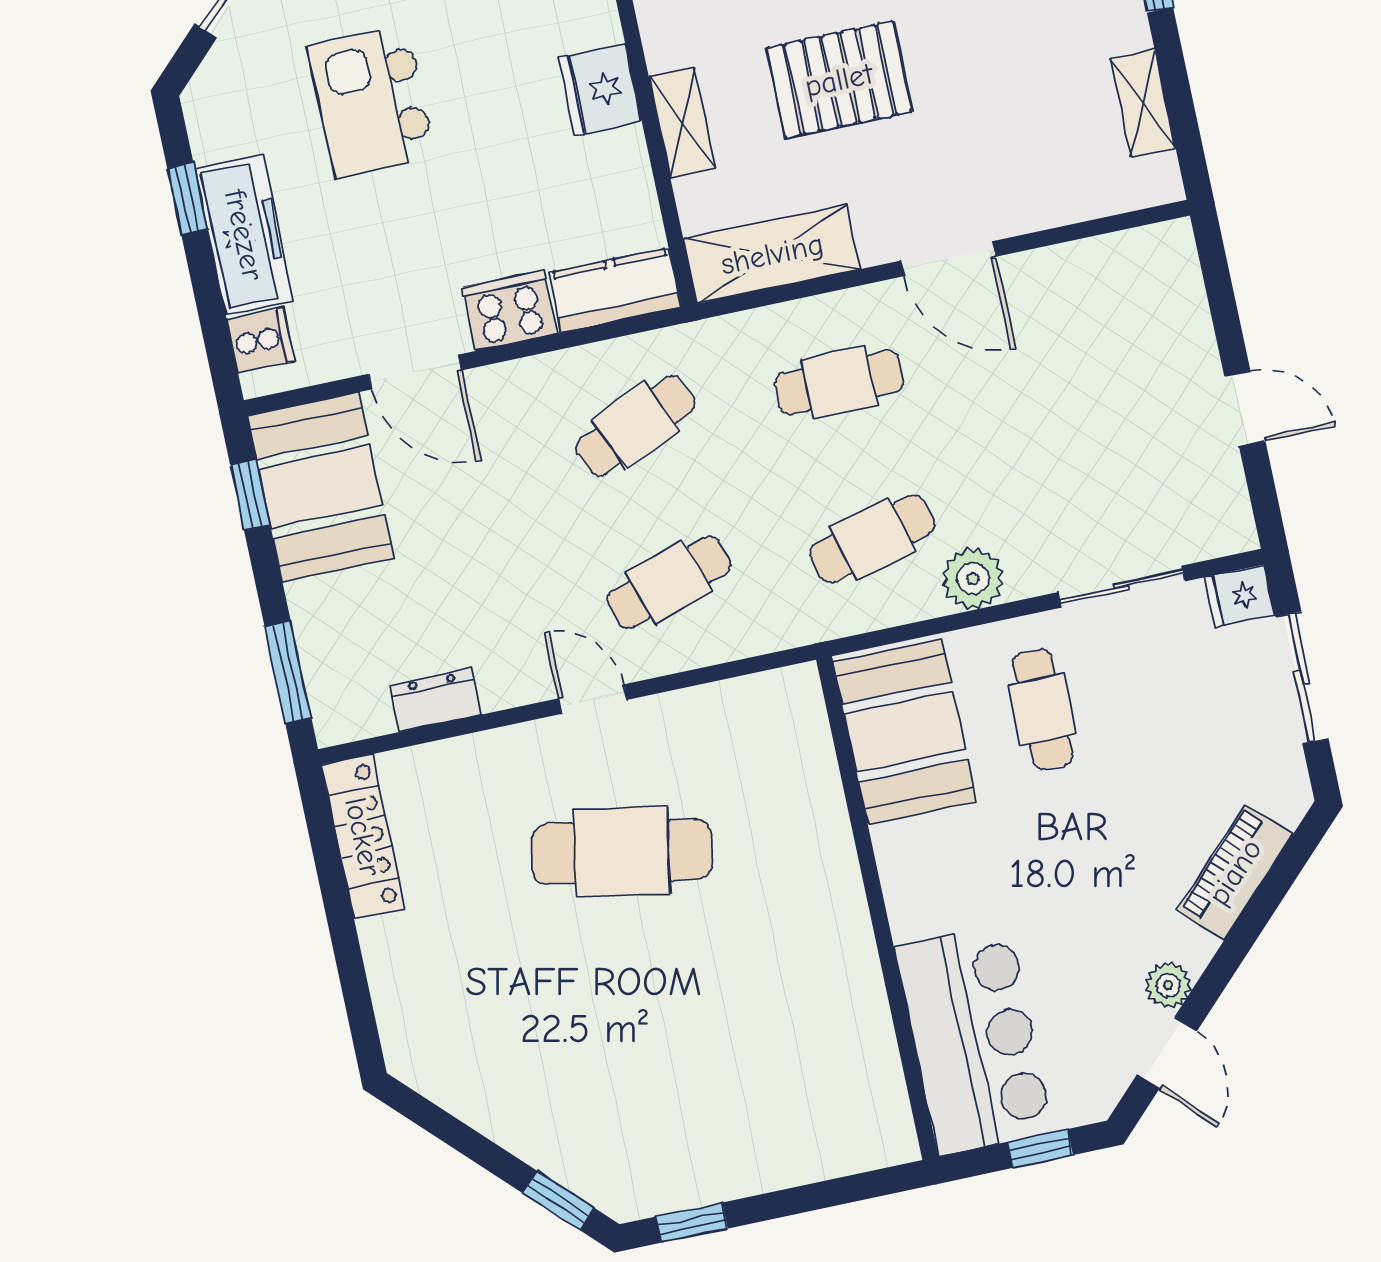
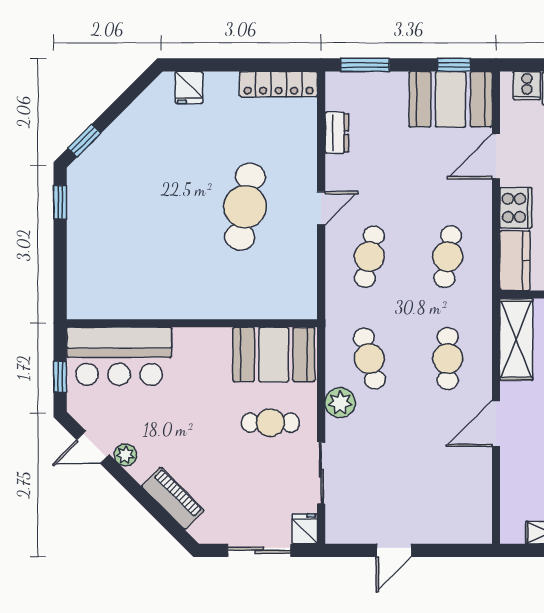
cafe table: (636, 426) -> (448, 257), turned 33
cafe table: (669, 582) -> (369, 257), turned 30
fridge: (408, 1014) -> (189, 88), added

